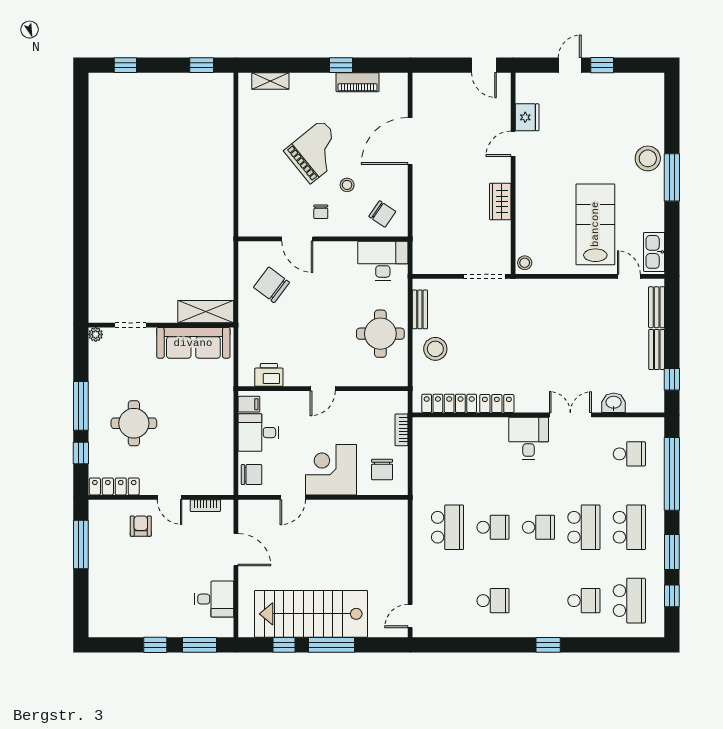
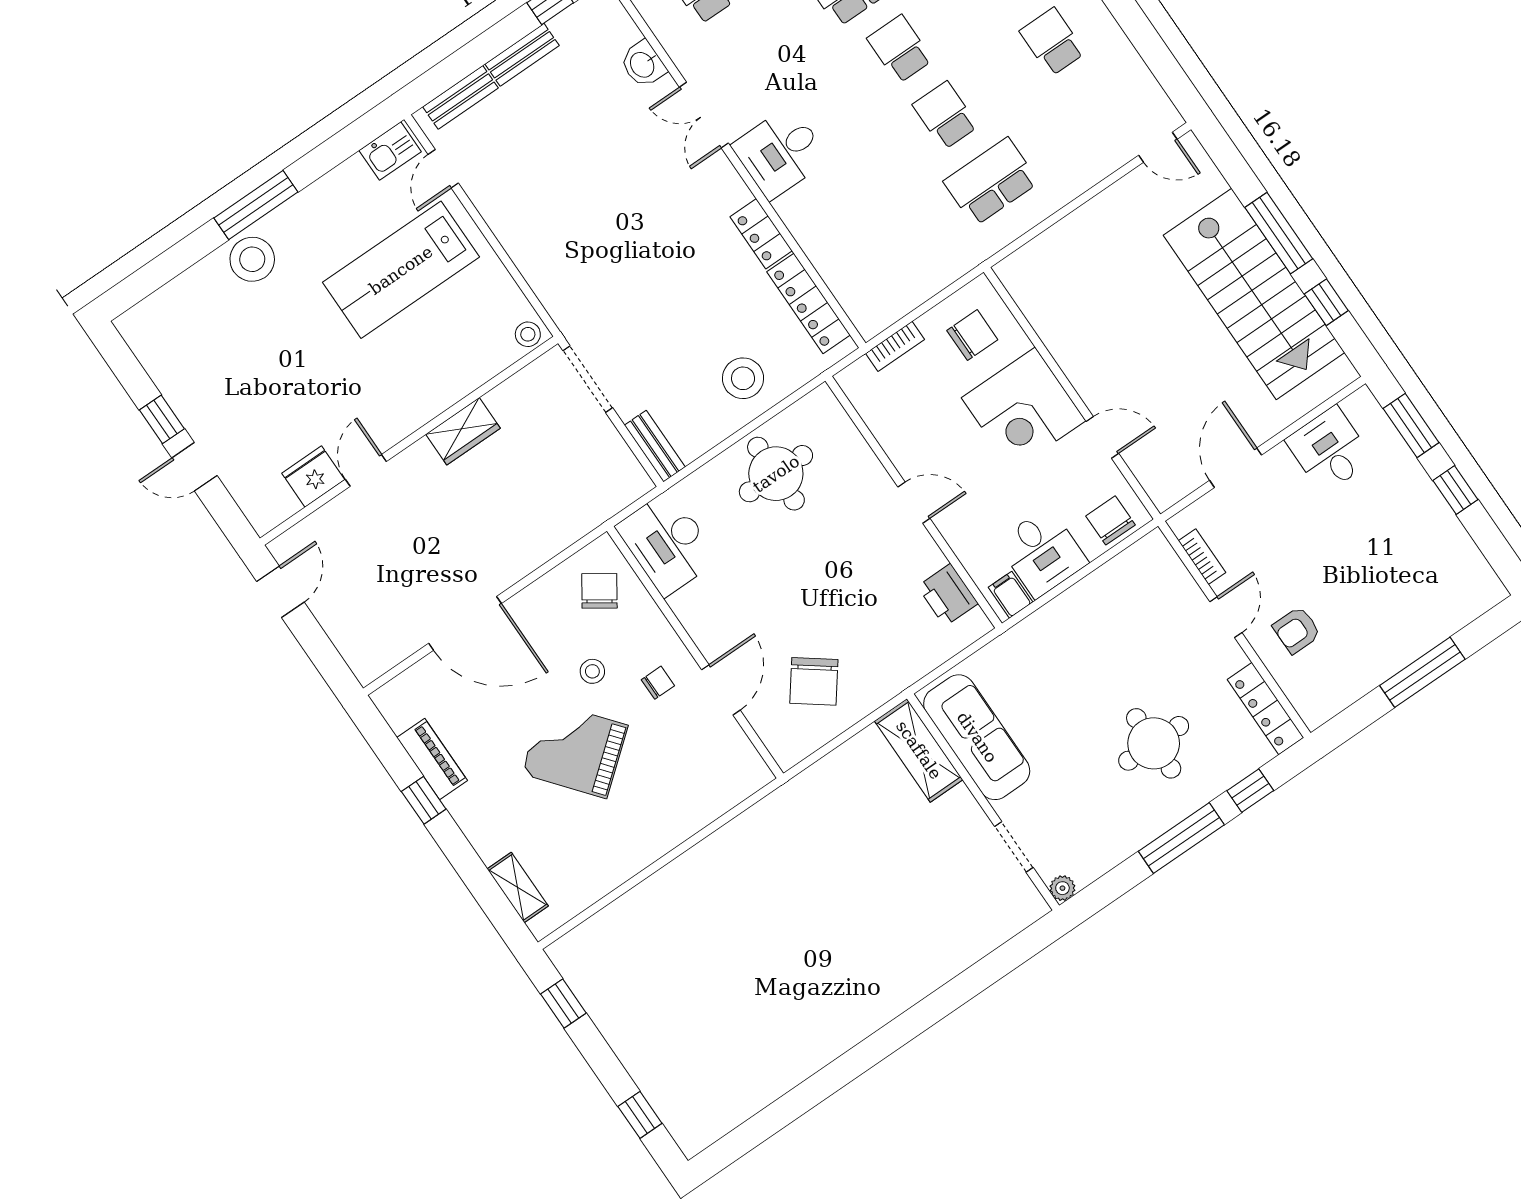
door: (513, 144) -> (366, 470), swing flipped
kitchen sink: (654, 252) -> (390, 151), width x0.73
bench: (420, 309) -> (655, 446), moved, turned 90
window: (81, 545) -> (1422, 672), moved

